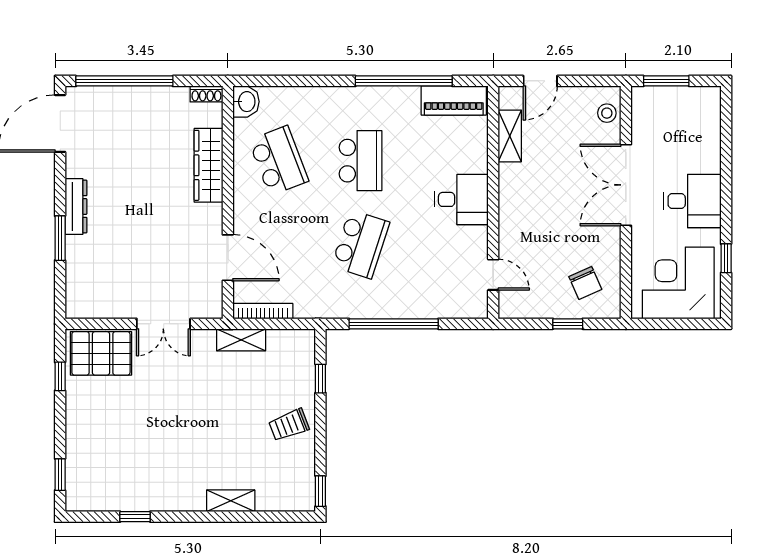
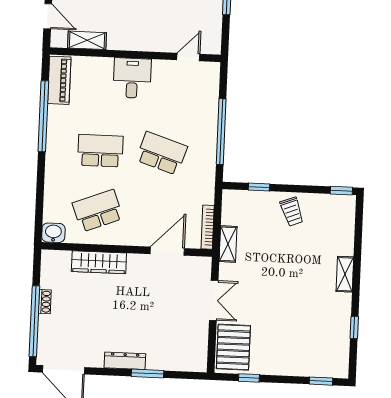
shoe rack: (206, 94) -> (45, 302), moved
shelving: (231, 501) -> (345, 274), moved

